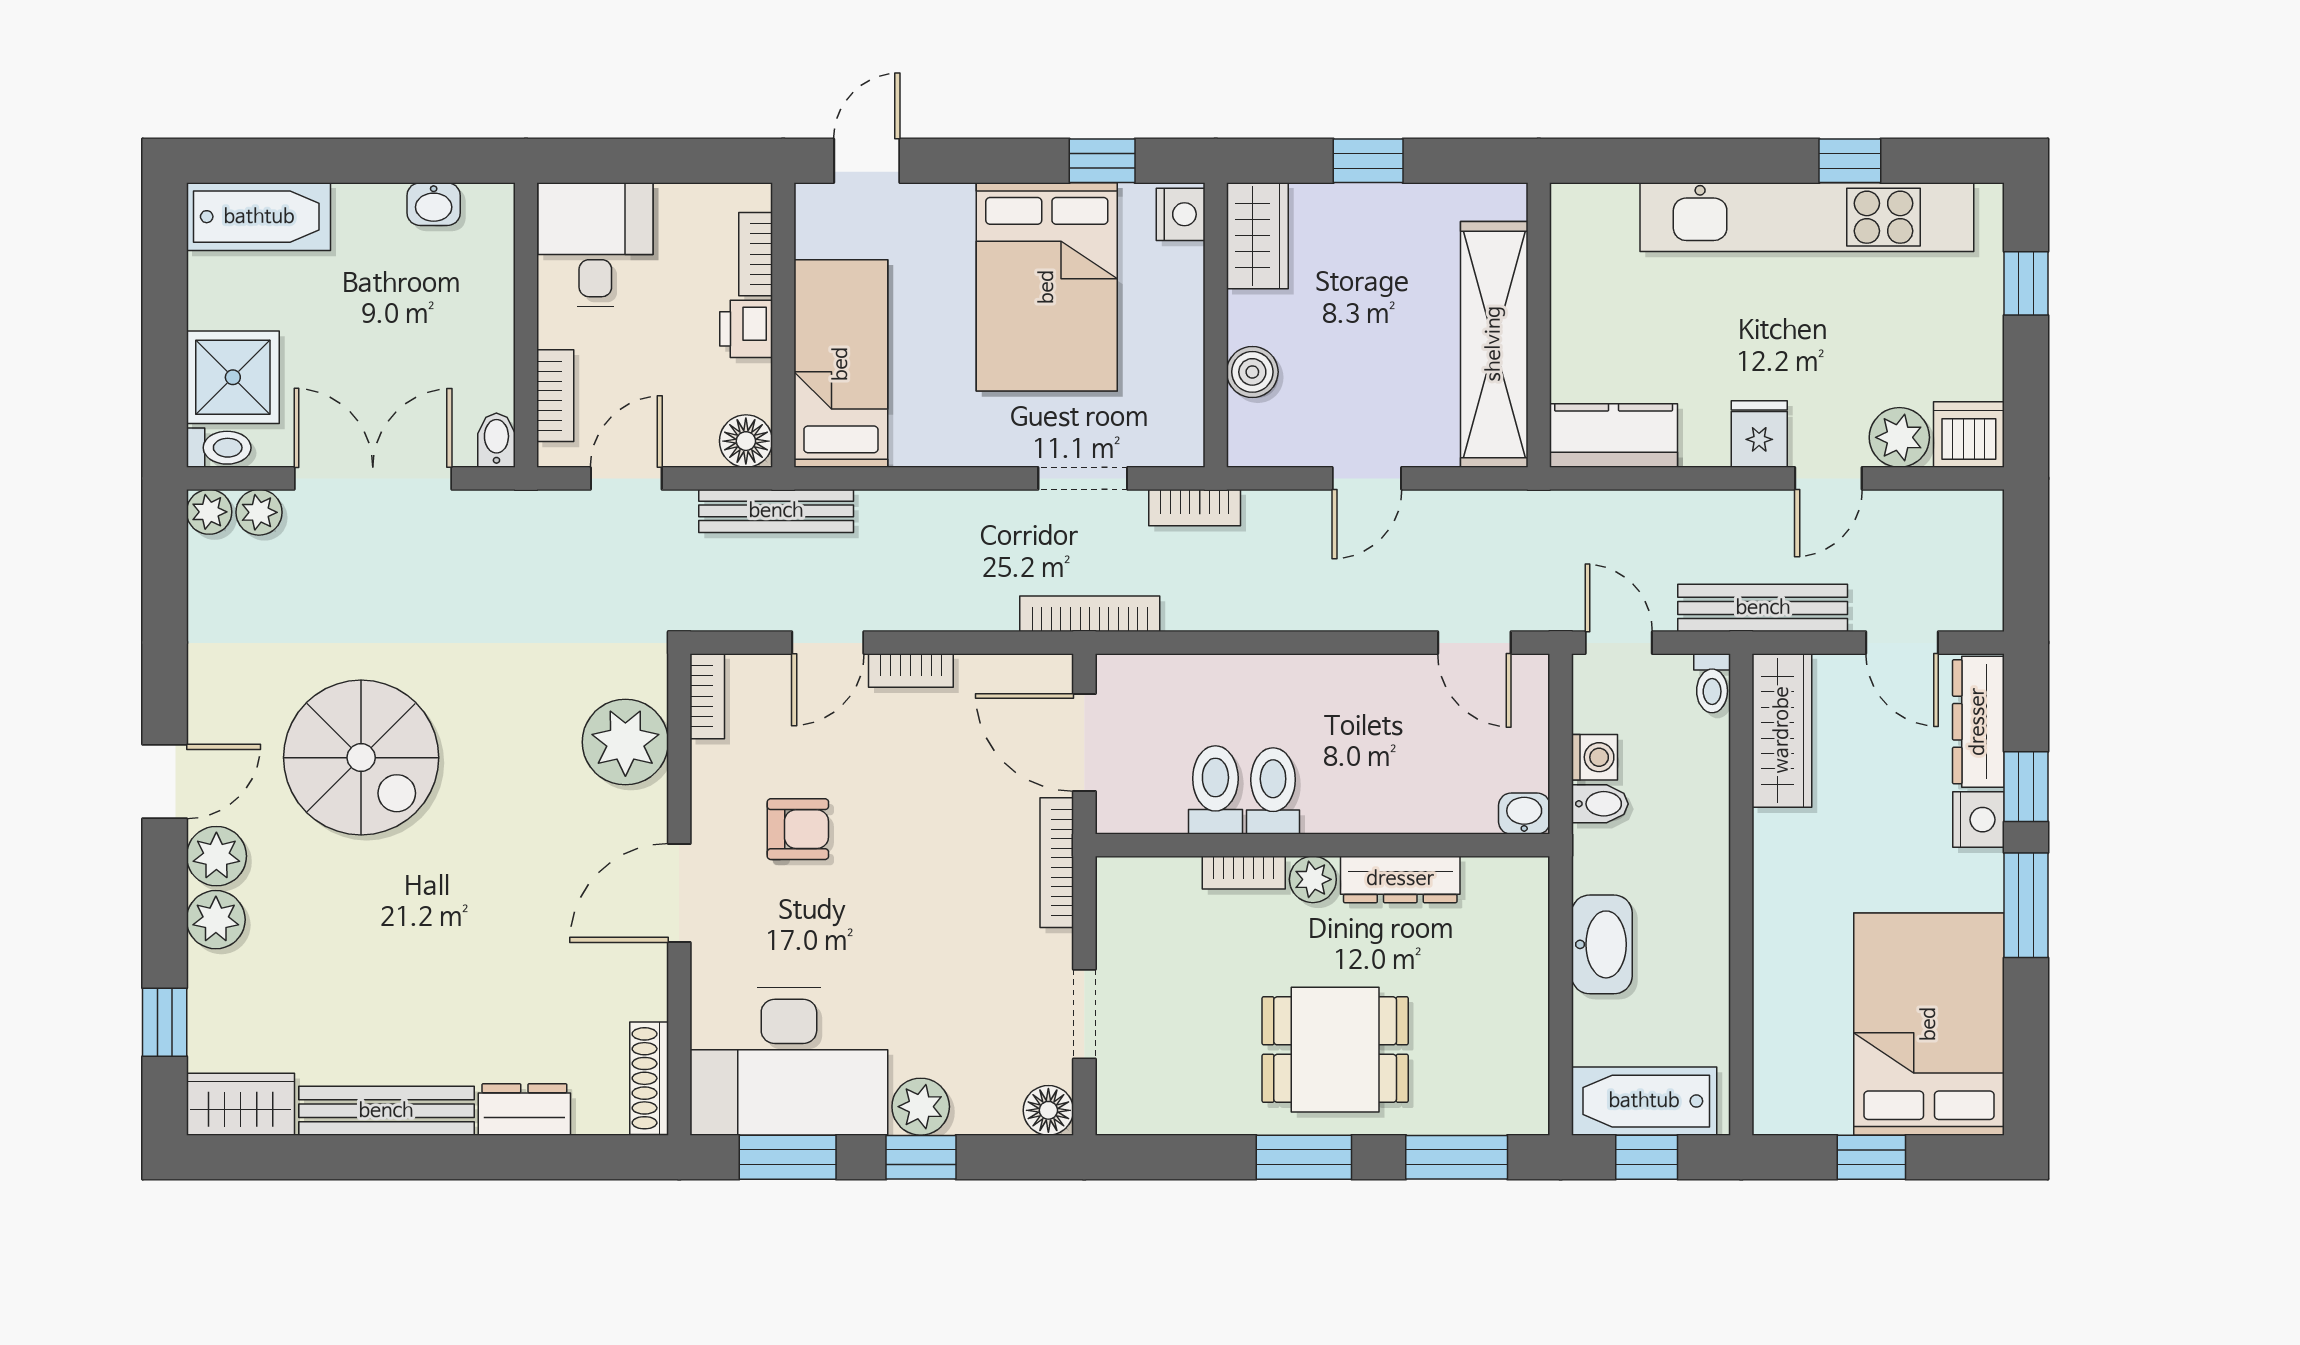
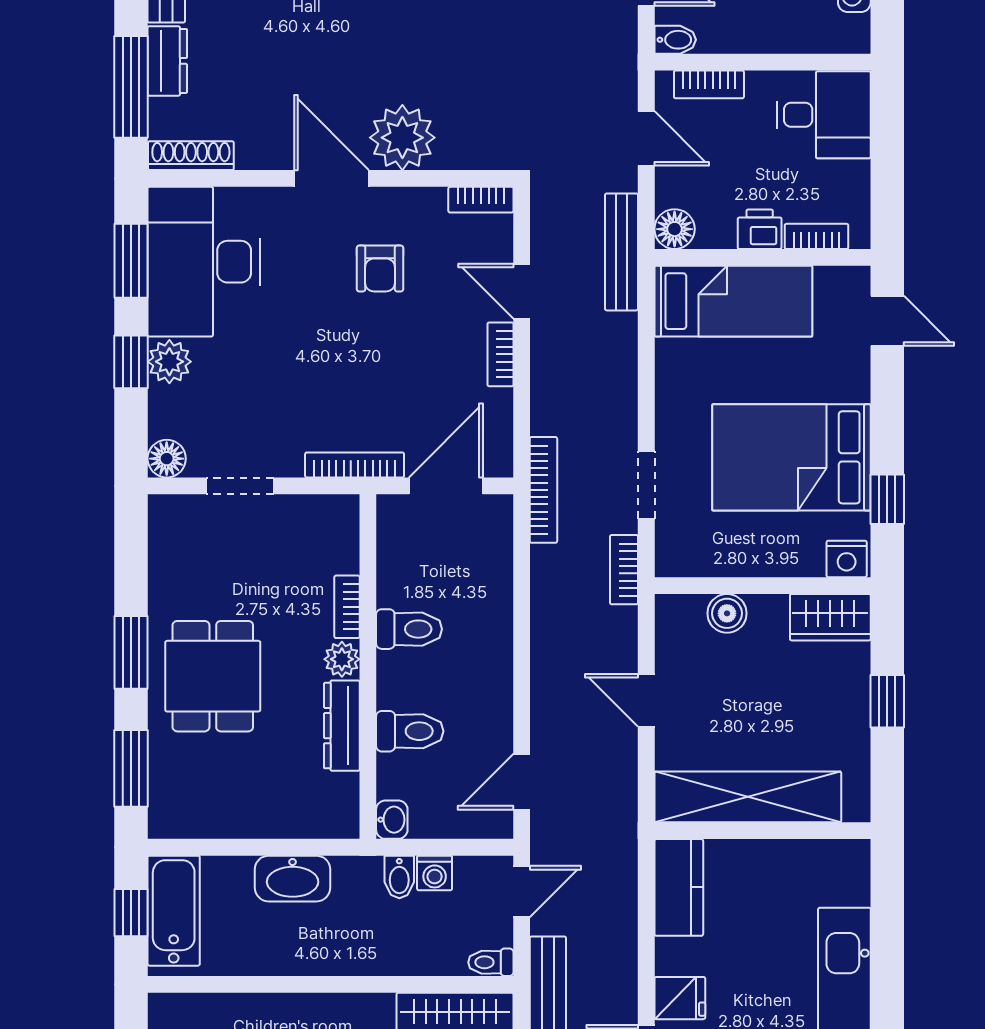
plant: (625, 742) -> (402, 138), moved
toilet: (1215, 790) -> (410, 731), moved
window: (558, 1157) -> (131, 87), added

